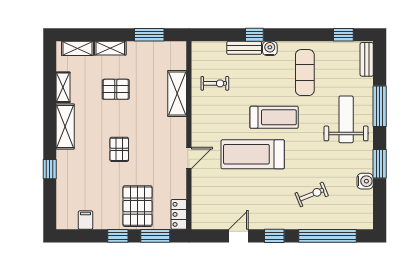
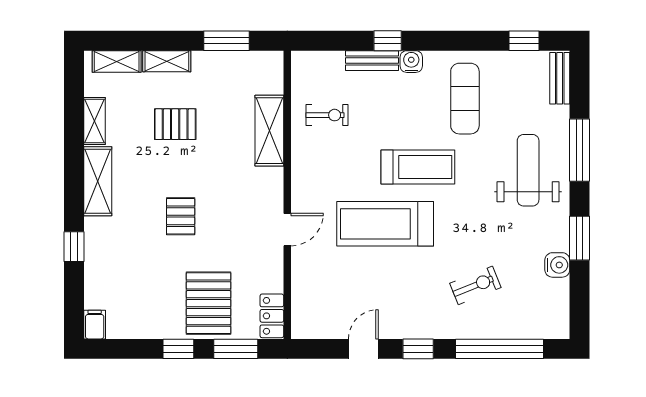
filing cabinet: (86, 220) -> (95, 325), moved

